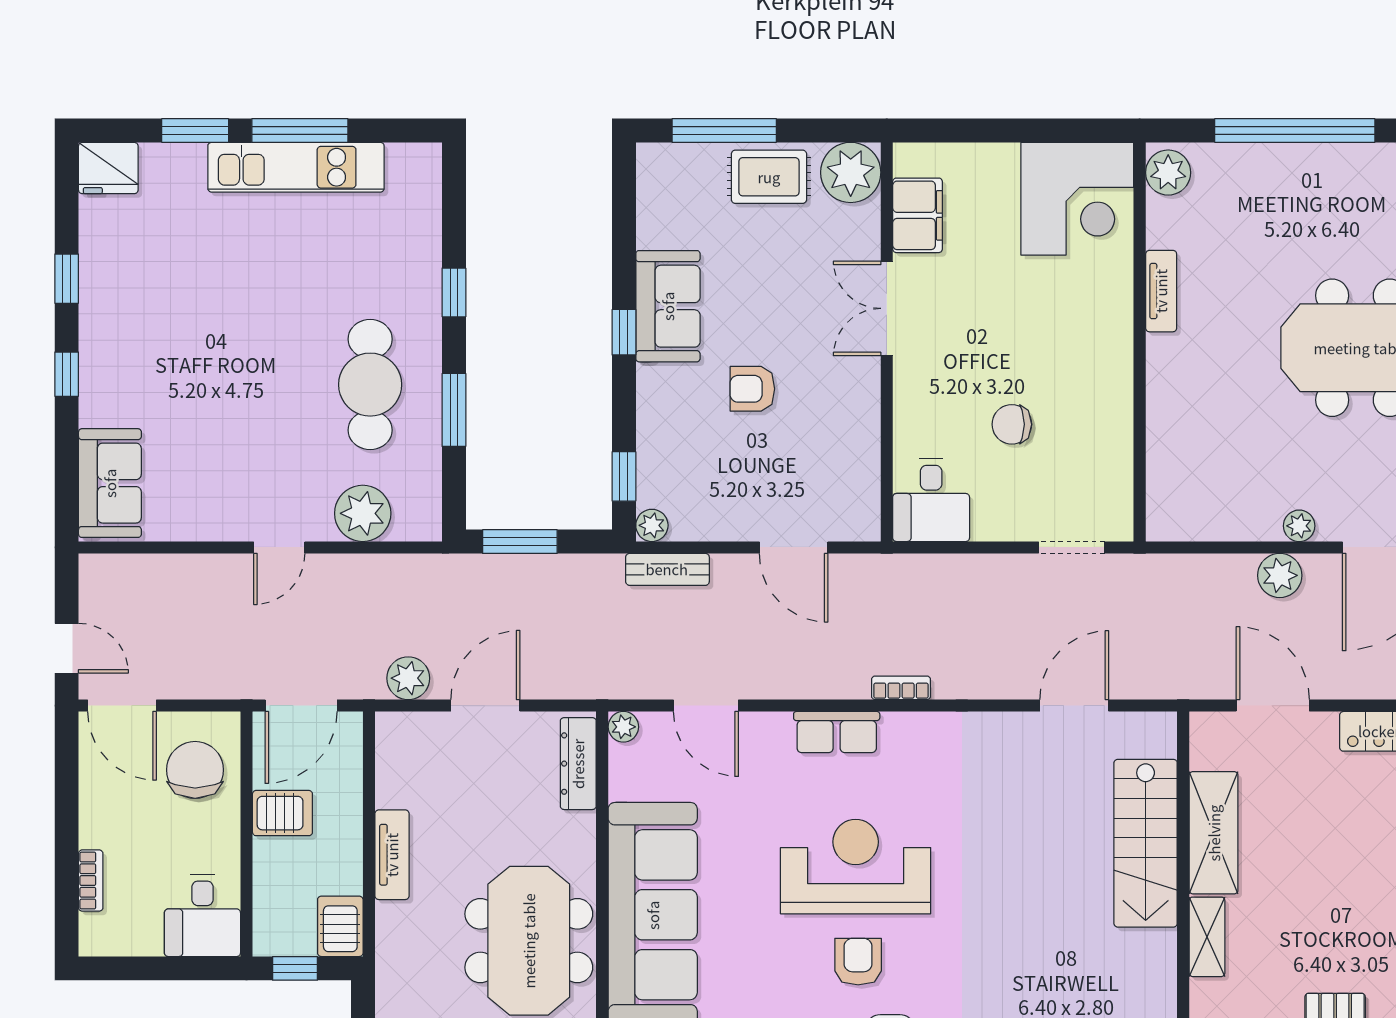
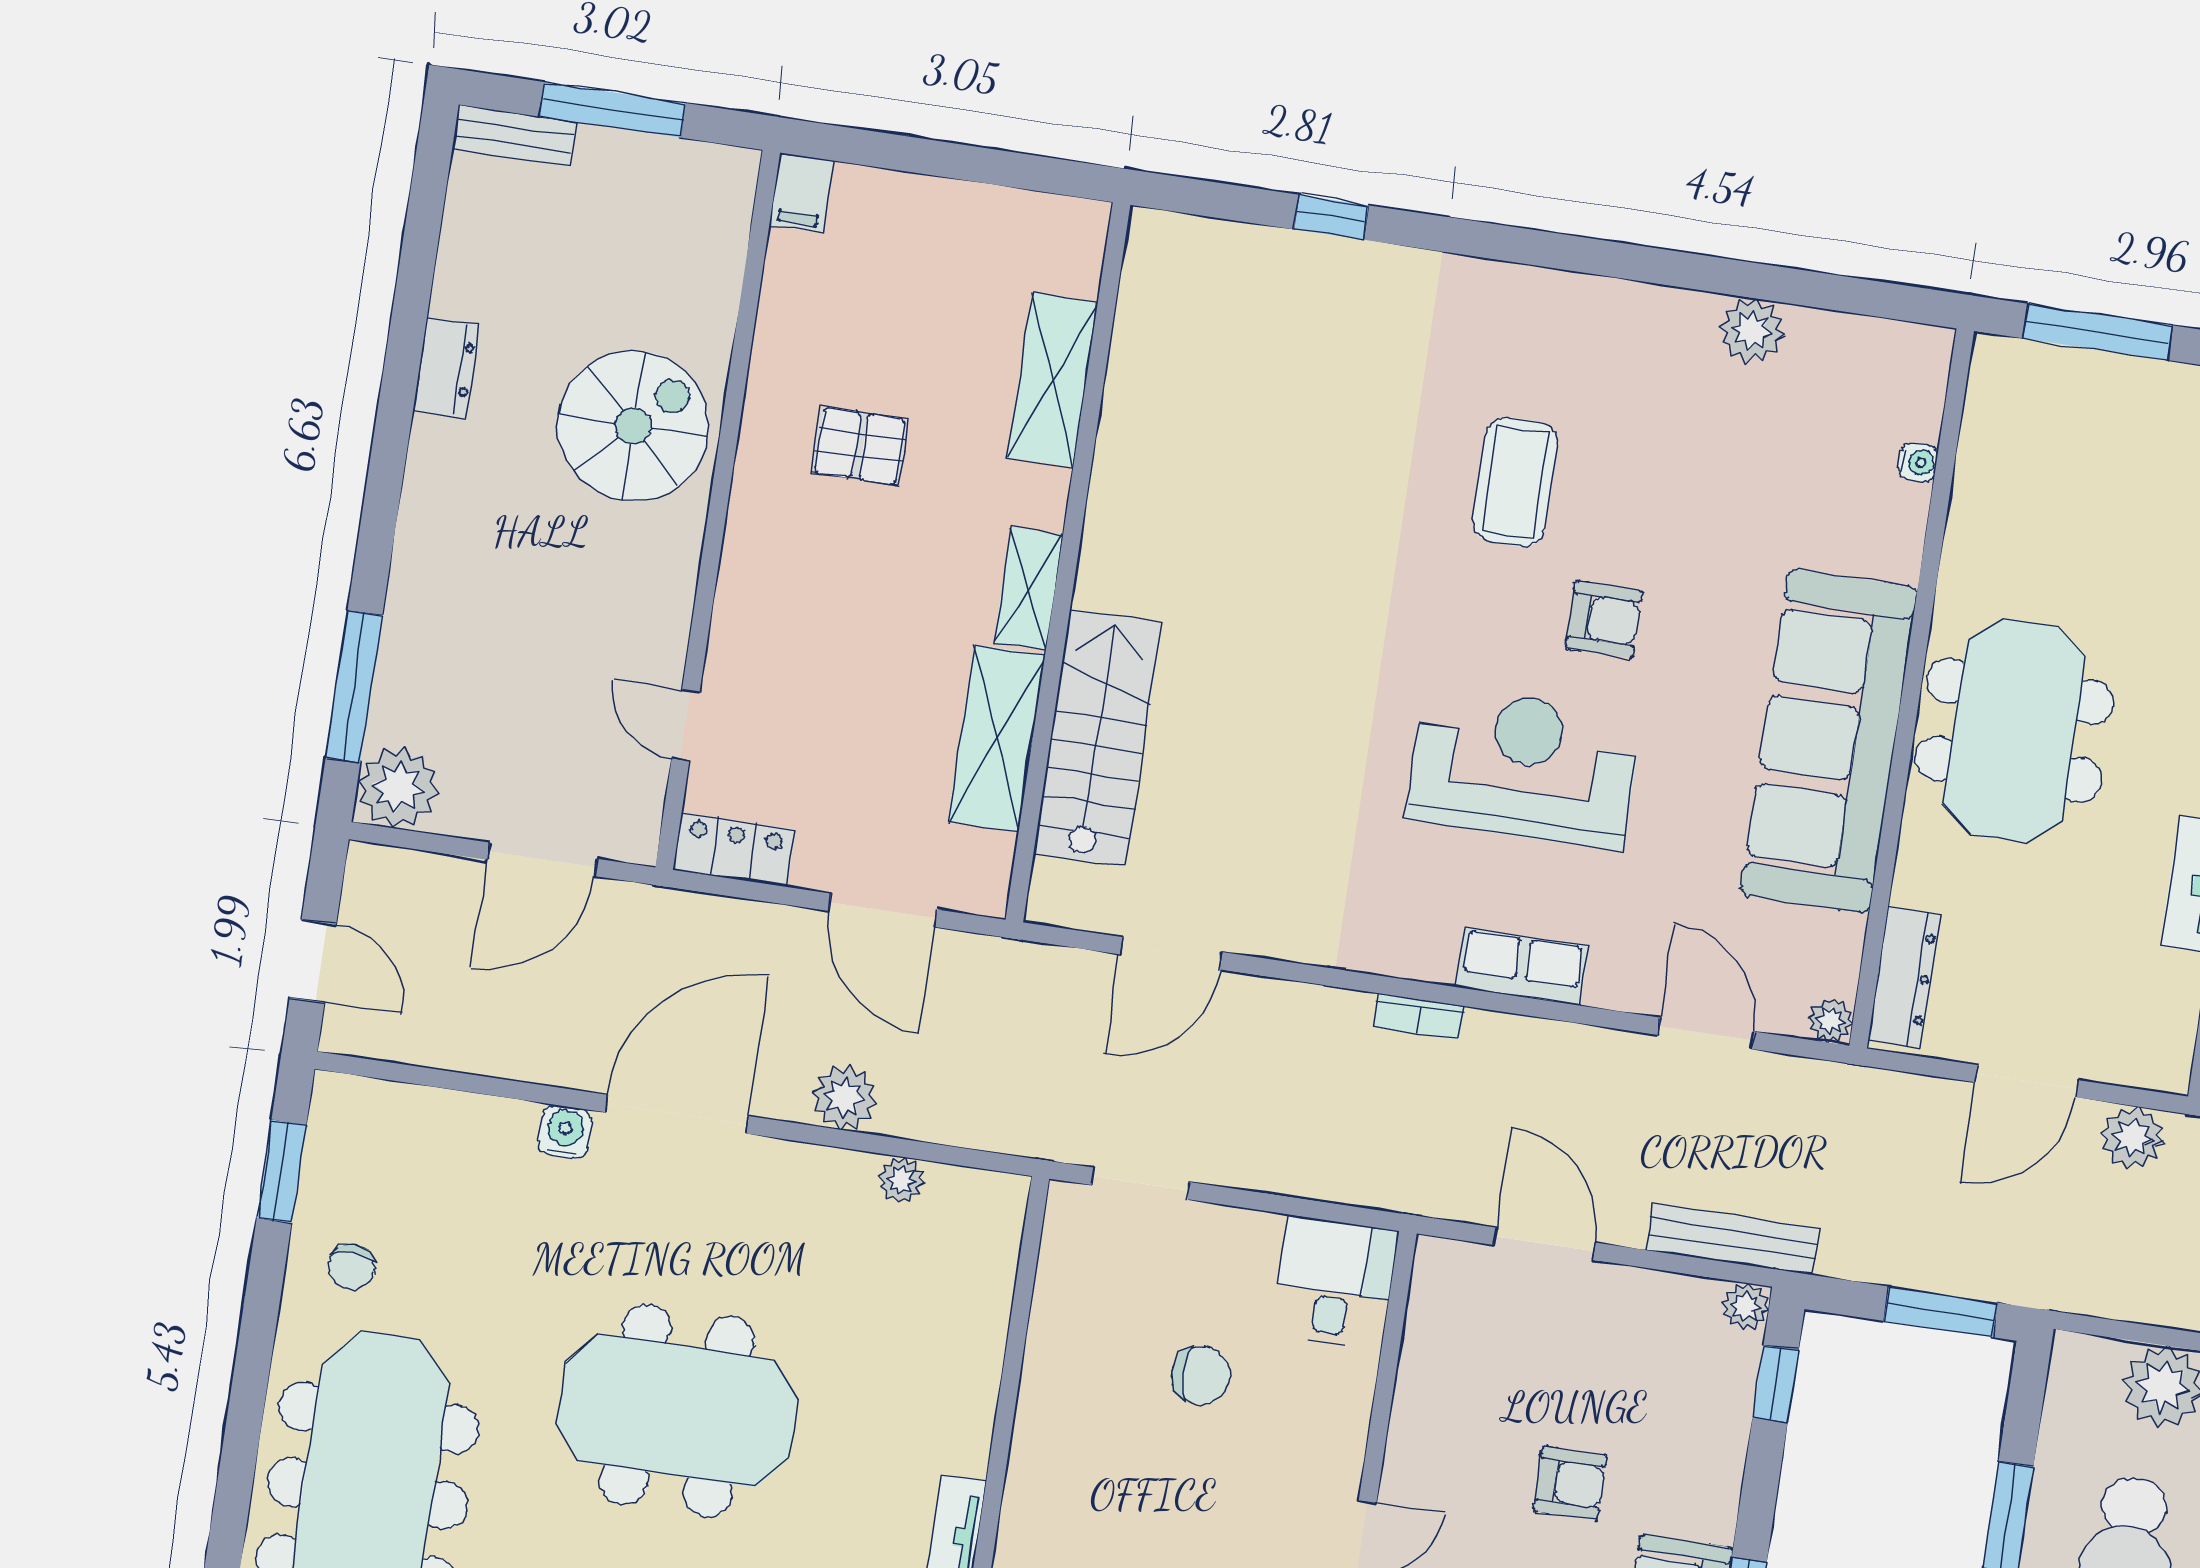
plant: (1299, 526) -> (901, 1180), moved
bench: (667, 569) -> (1732, 1239), width x1.36
reception desk: (856, 867) -> (1524, 767), turned 180
armchair: (858, 962) -> (1604, 619), moved, turned -90

